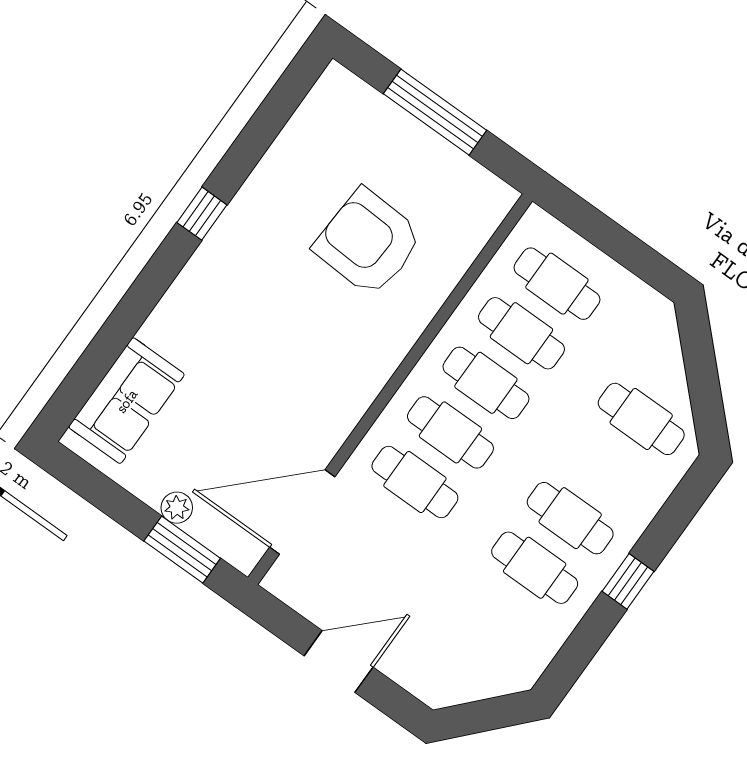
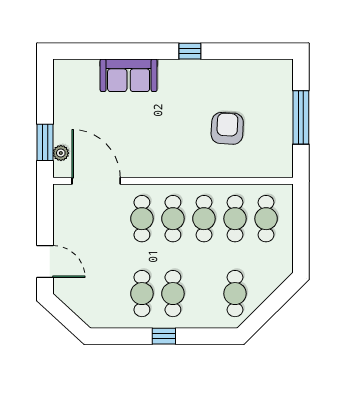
armchair: (368, 242) -> (227, 128), width x0.73, depth x0.73
sofa: (127, 401) -> (129, 75), moved
plant: (177, 508) -> (61, 153), moved
door: (339, 662) -> (45, 262), moved

